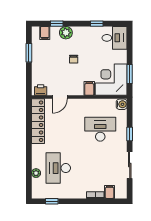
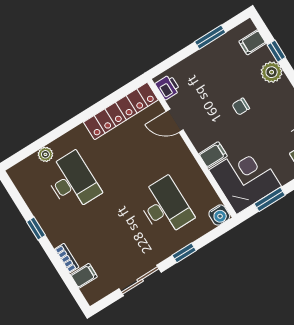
desk: (58, 168) -> (72, 182), turned 90
window: (52, 201) -> (36, 229), moved

